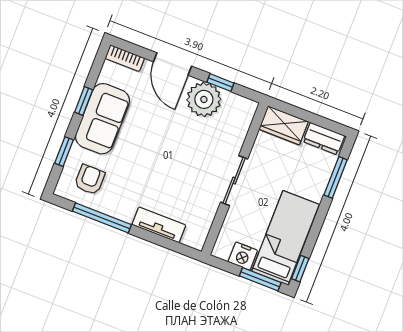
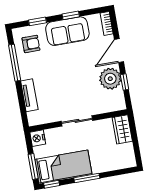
dresser: (324, 139) -> (128, 155), removed
window: (336, 177) -> (87, 178), moved
nightstand: (243, 256) -> (38, 138), moved

